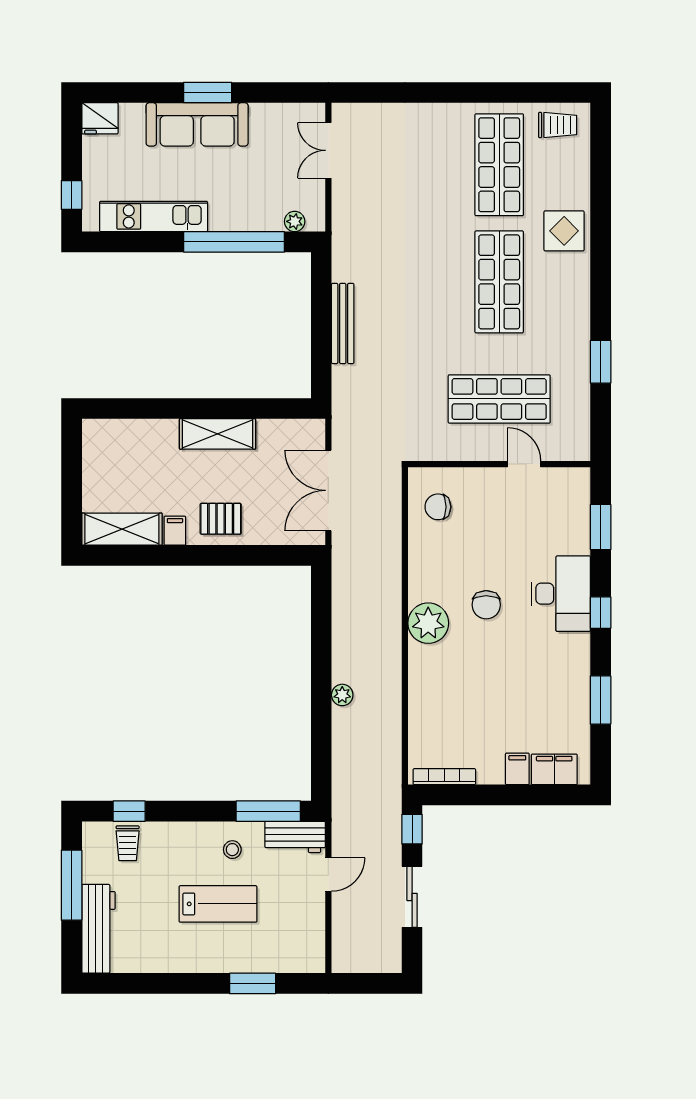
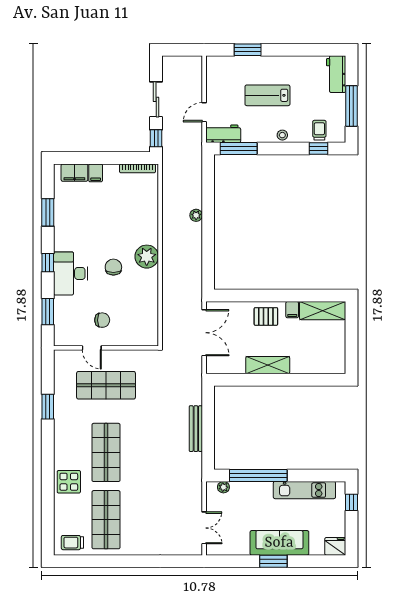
chair: (438, 507) -> (102, 320), moved
stool: (232, 850) -> (282, 135), moved
workbench: (98, 929) -> (336, 74), width x0.73

